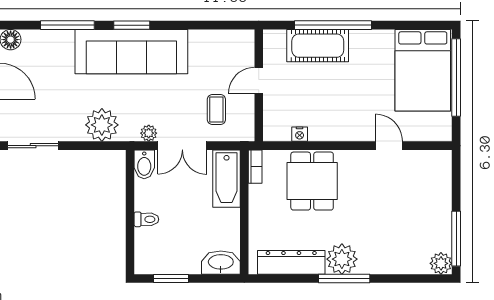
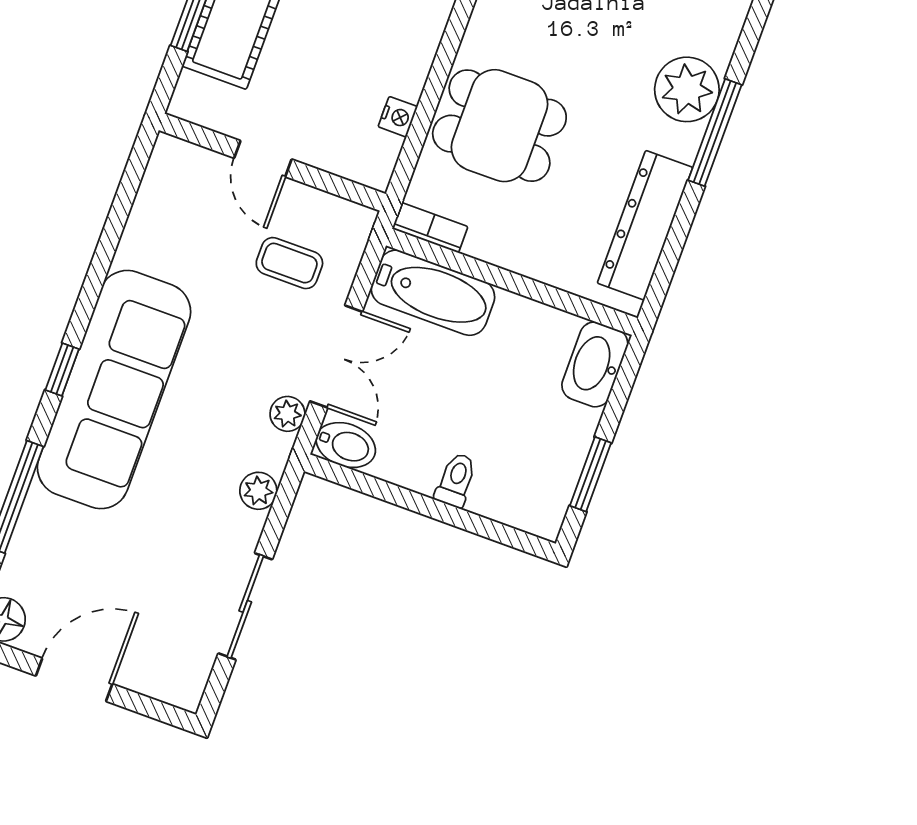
window: (132, 25) -> (62, 370), width x0.67
plant: (102, 125) -> (258, 491), width x0.53, depth x0.53
sliding door: (33, 146) -> (245, 606), moved
plant: (342, 259) -> (687, 89), moved

